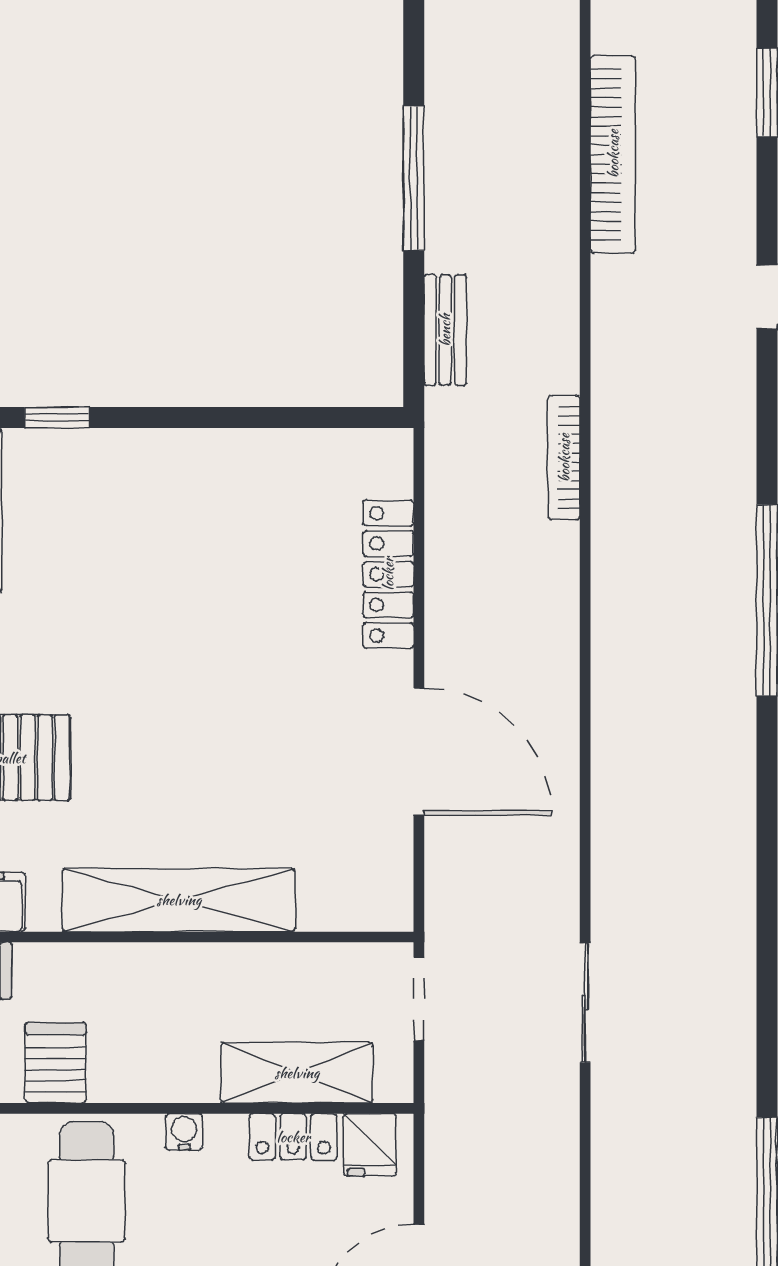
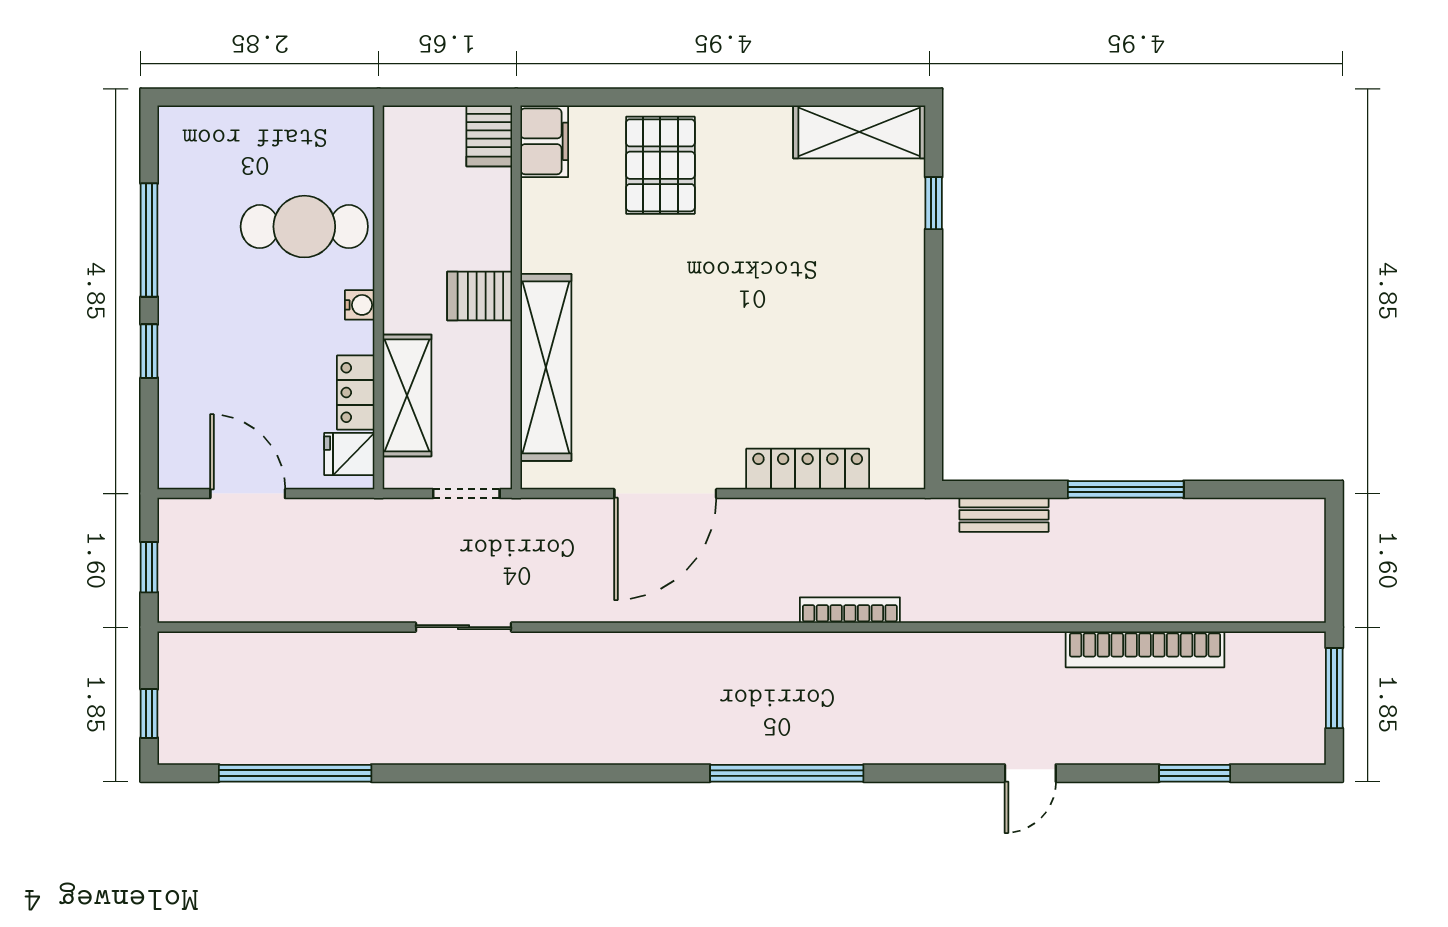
bookcase: (564, 458) -> (850, 610), moved
shelving: (179, 900) -> (546, 367), moved
server rack: (56, 1063) -> (480, 296), moved, turned 180

